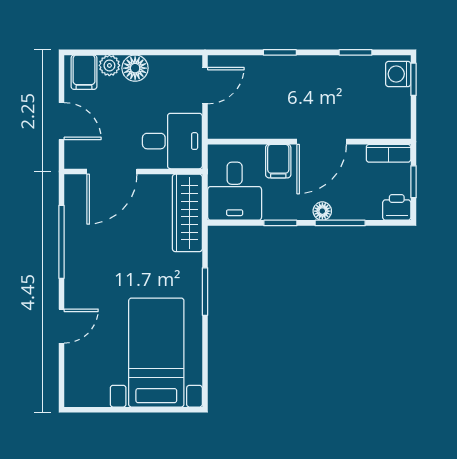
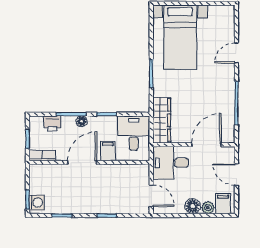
door: (205, 86) -> (151, 196), swing flipped
printer: (397, 207) -> (52, 123), moved

